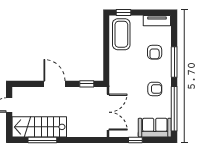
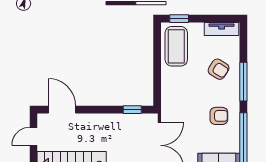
armchair: (155, 52) -> (219, 69), turned -58
door: (54, 84) -> (62, 110), moved

